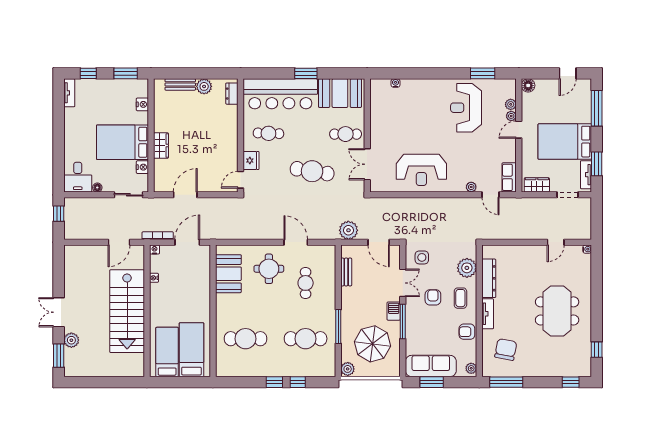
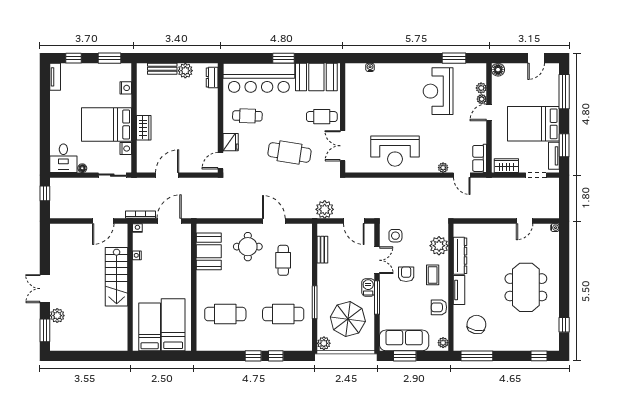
stairs: (127, 311) -> (117, 277), width x0.73, depth x0.66

